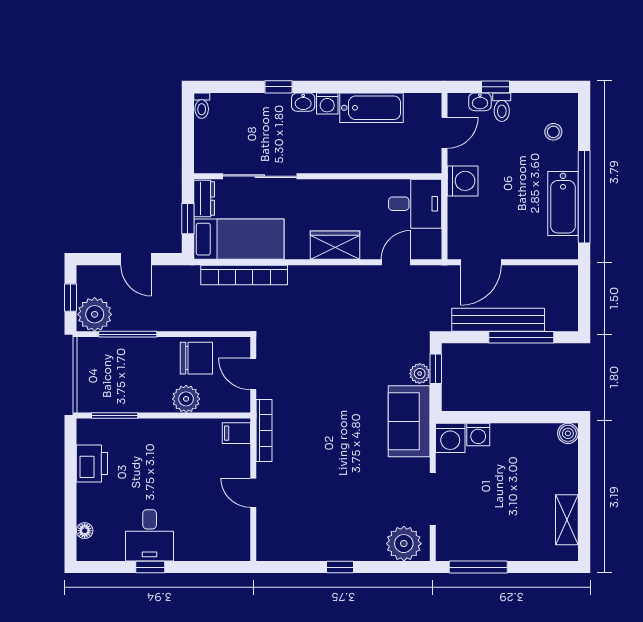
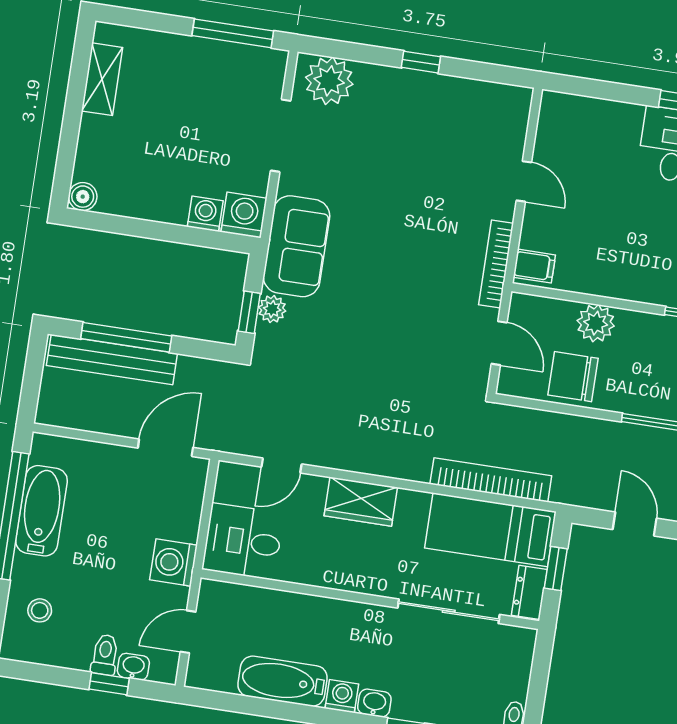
bench: (498, 320) -> (112, 360), moved

